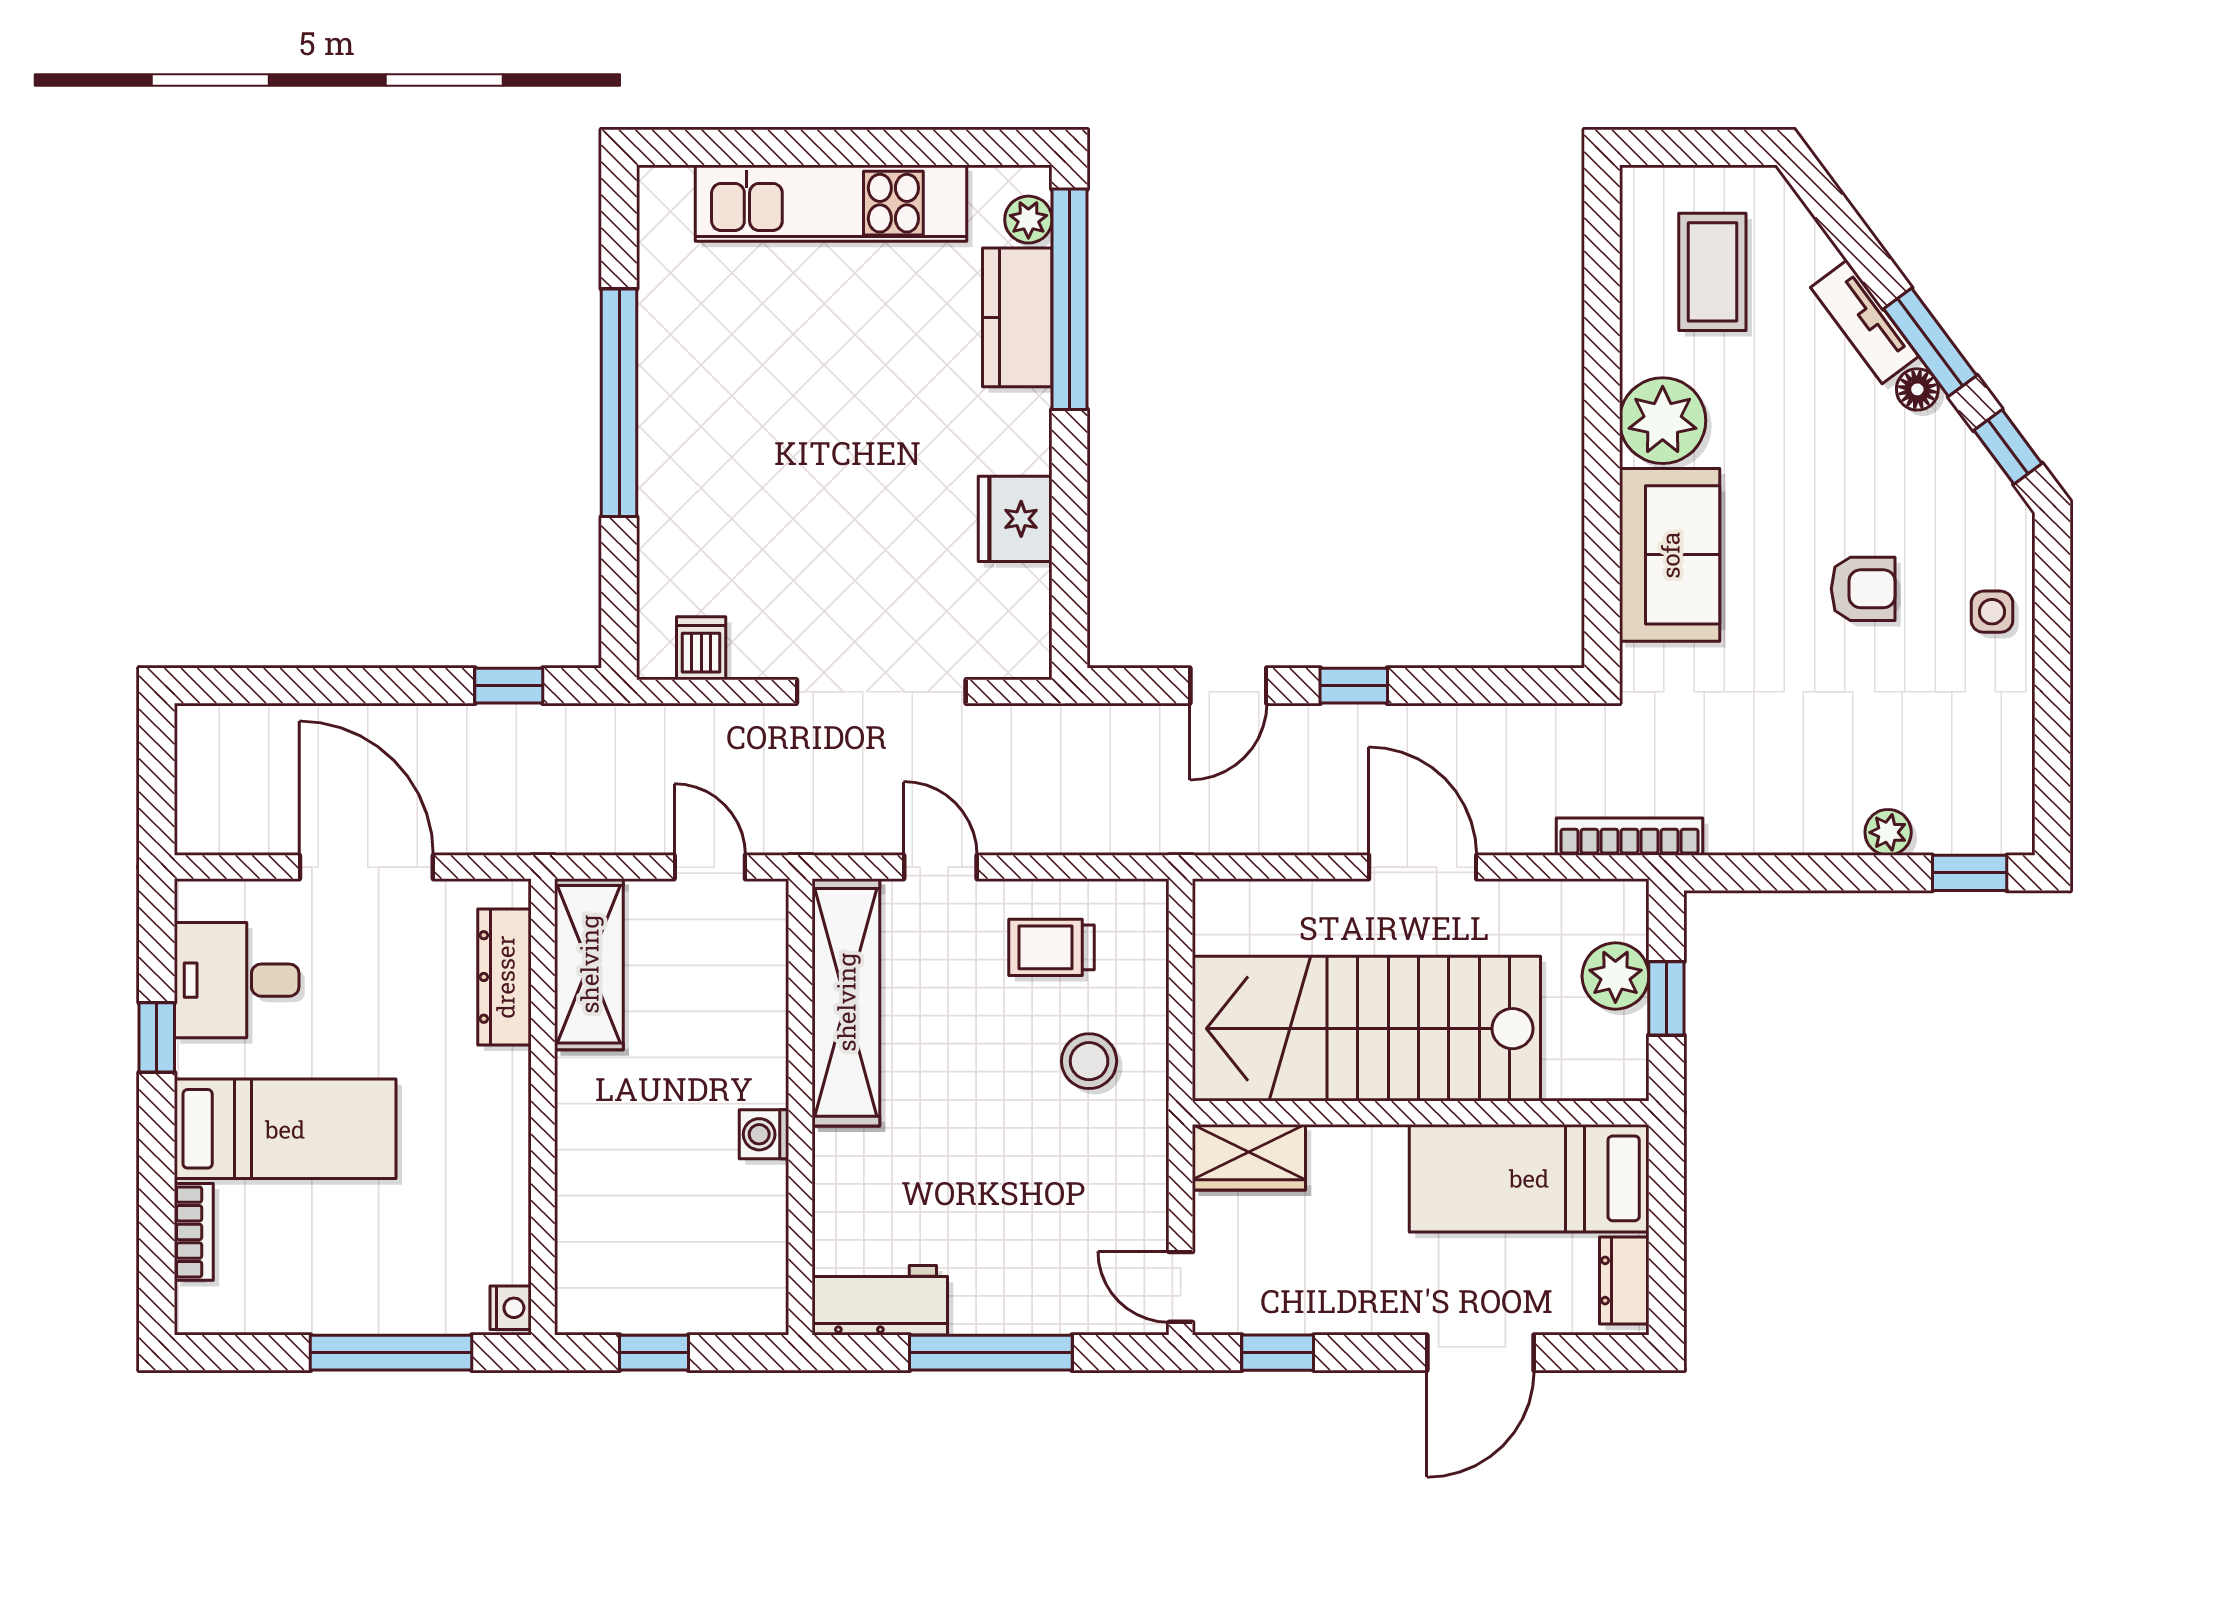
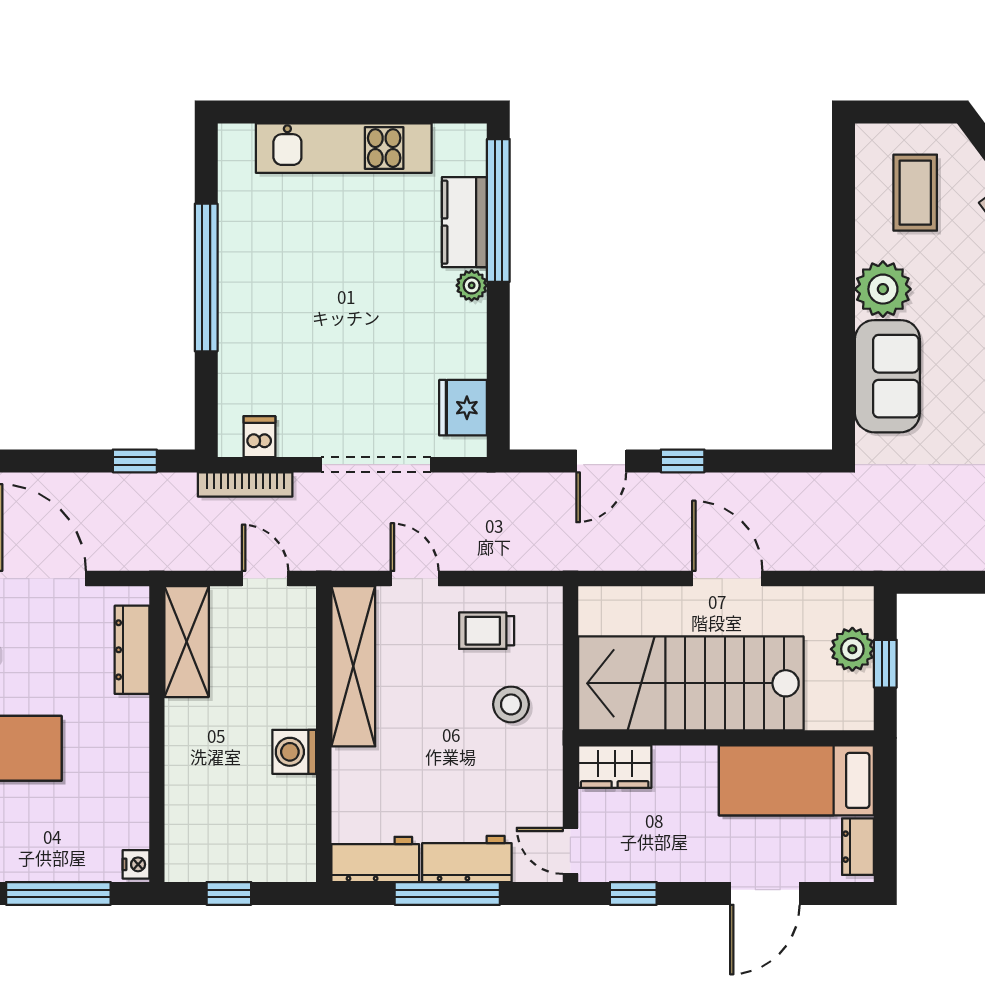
plant: (1028, 220) -> (472, 285), moved
fridge: (1015, 519) -> (463, 408), moved
bookcase: (1630, 837) -> (245, 484), moved, turned 180
washing machine: (764, 1134) -> (294, 752), width x1.38, depth x1.38
workbench: (1021, 1299) -> (467, 859), added

